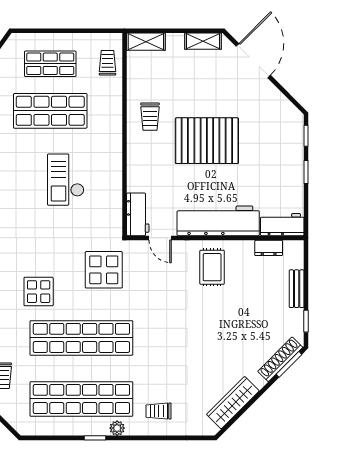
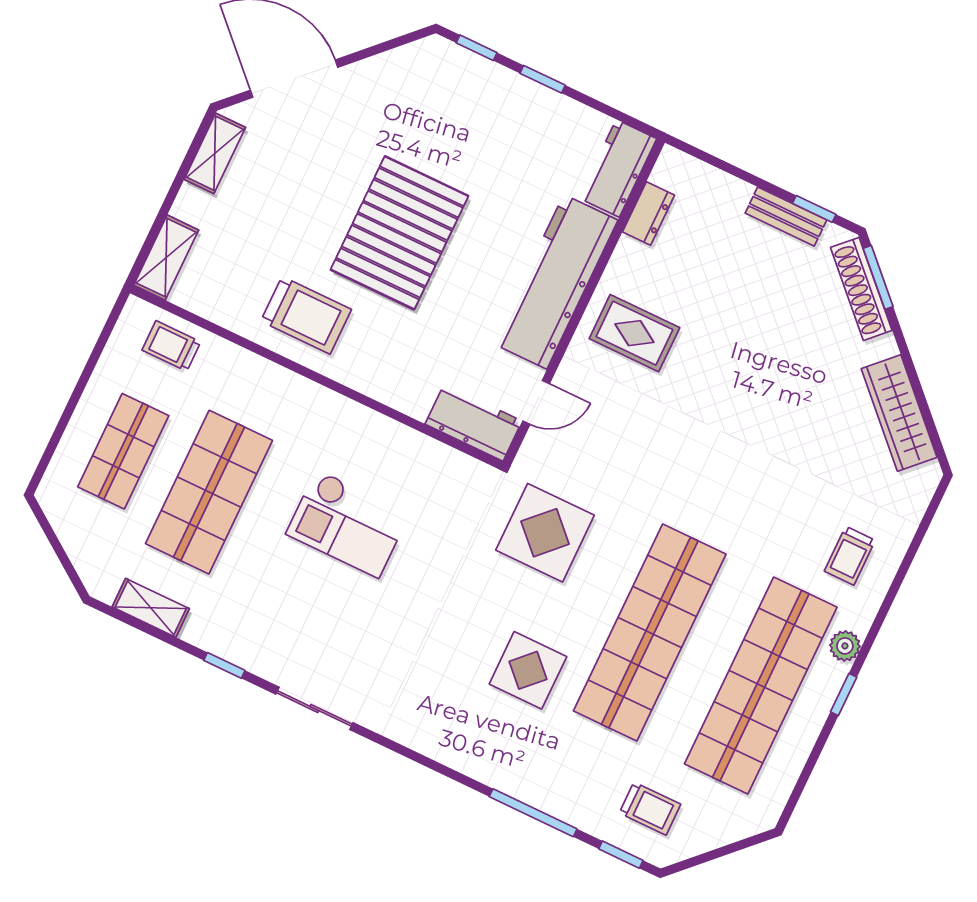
trolley: (150, 117) -> (306, 315), width x1.36, depth x1.39
bench: (297, 289) -> (786, 216), moved

